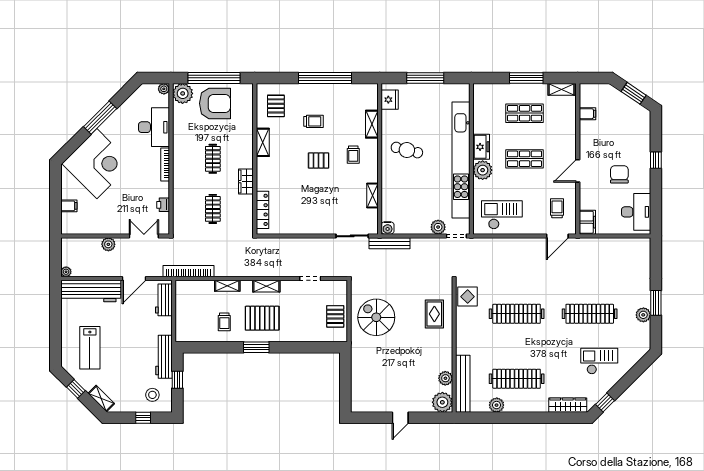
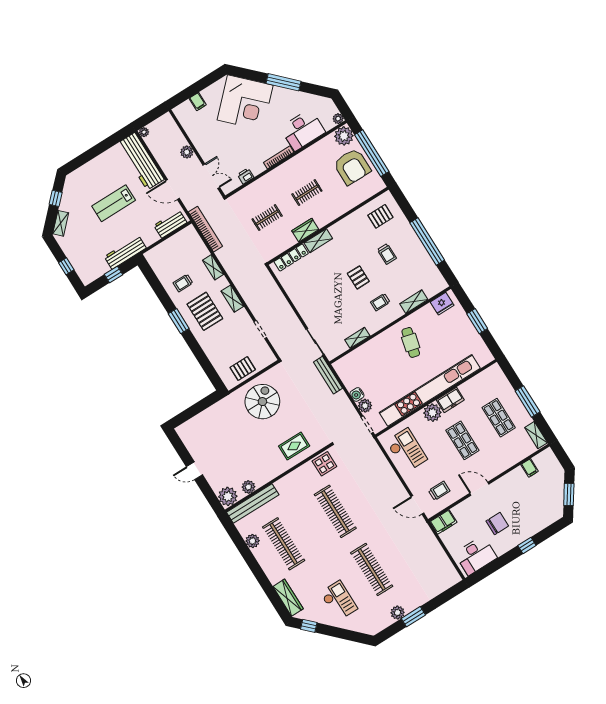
window: (425, 78) -> (477, 321), width x0.69
shelving: (263, 142) -> (318, 241), moved
water cooler: (388, 228) -> (357, 394), moved
lab bench: (90, 348) -> (114, 203), moved
stool: (152, 395) -> (89, 262), removed

